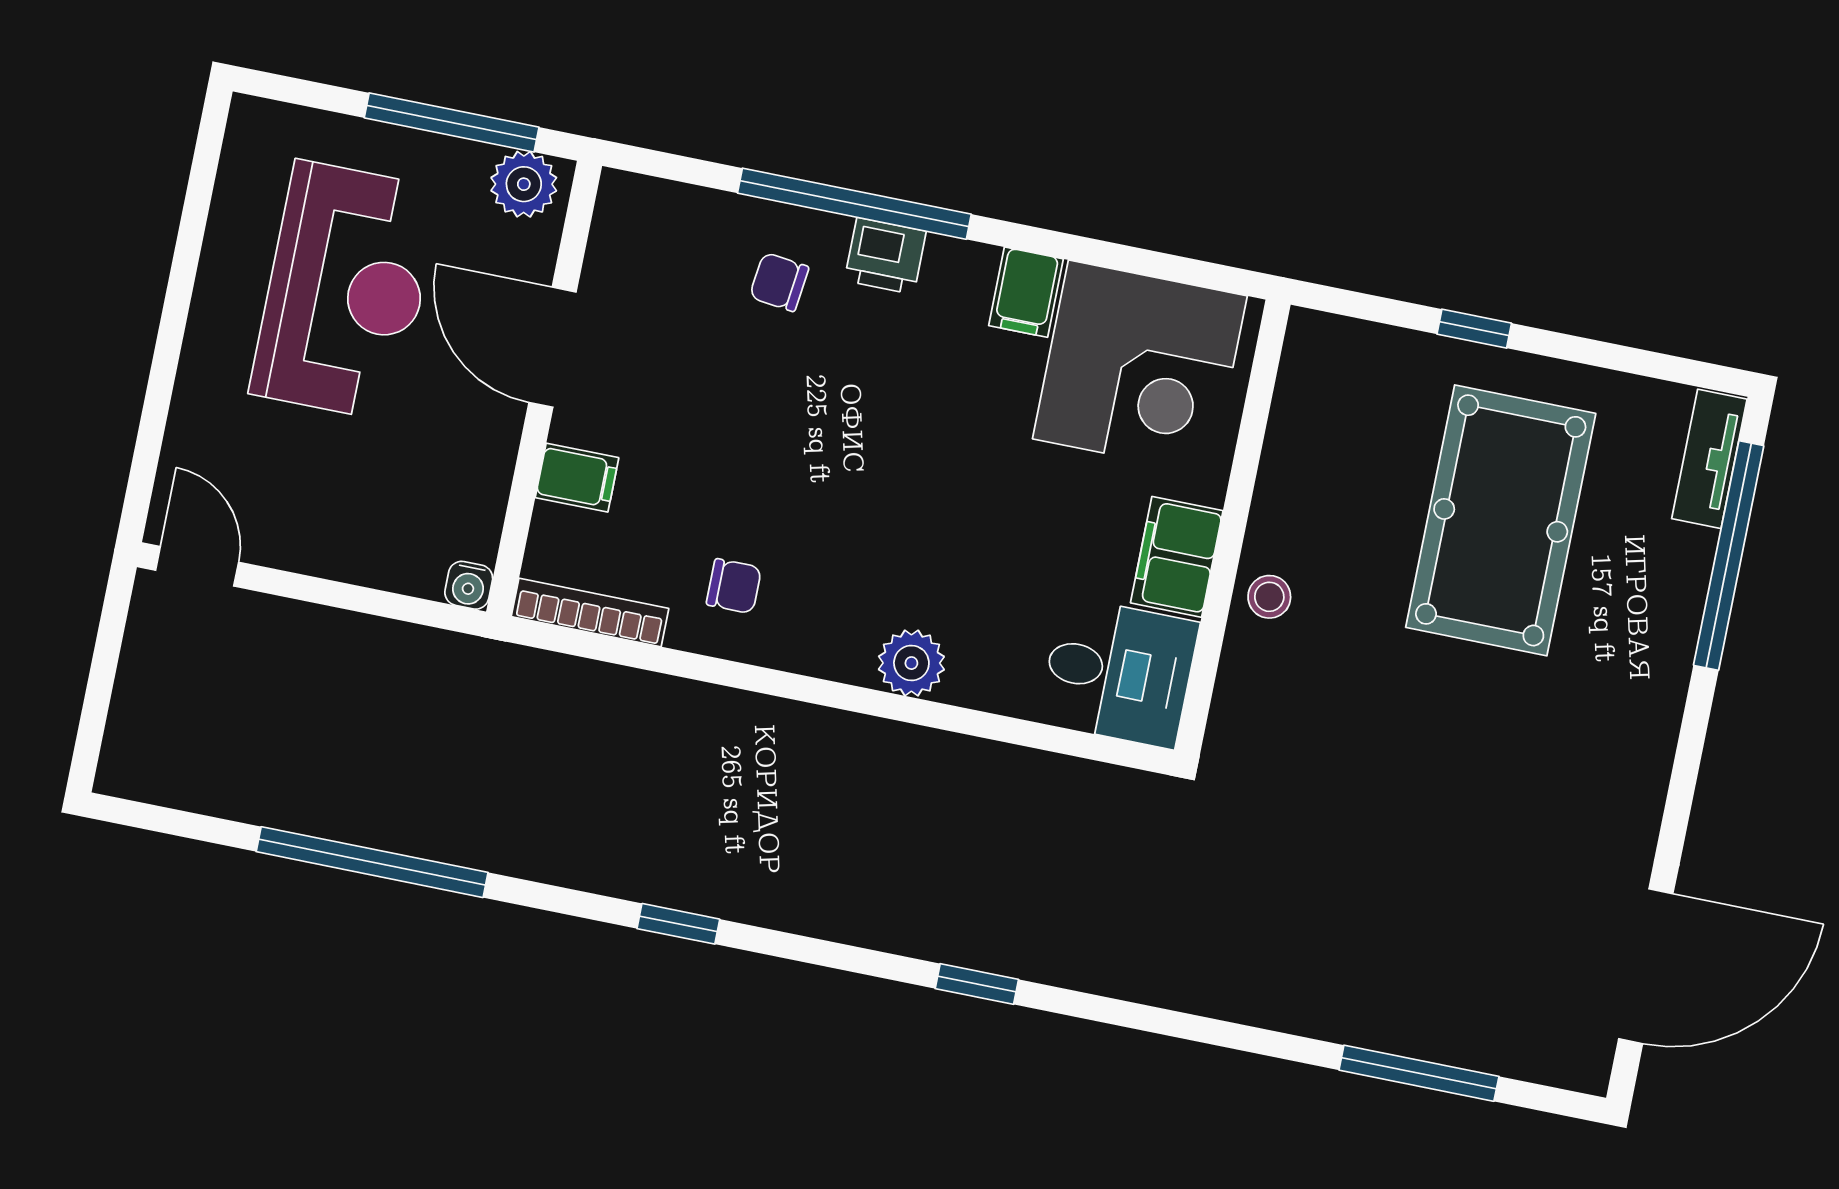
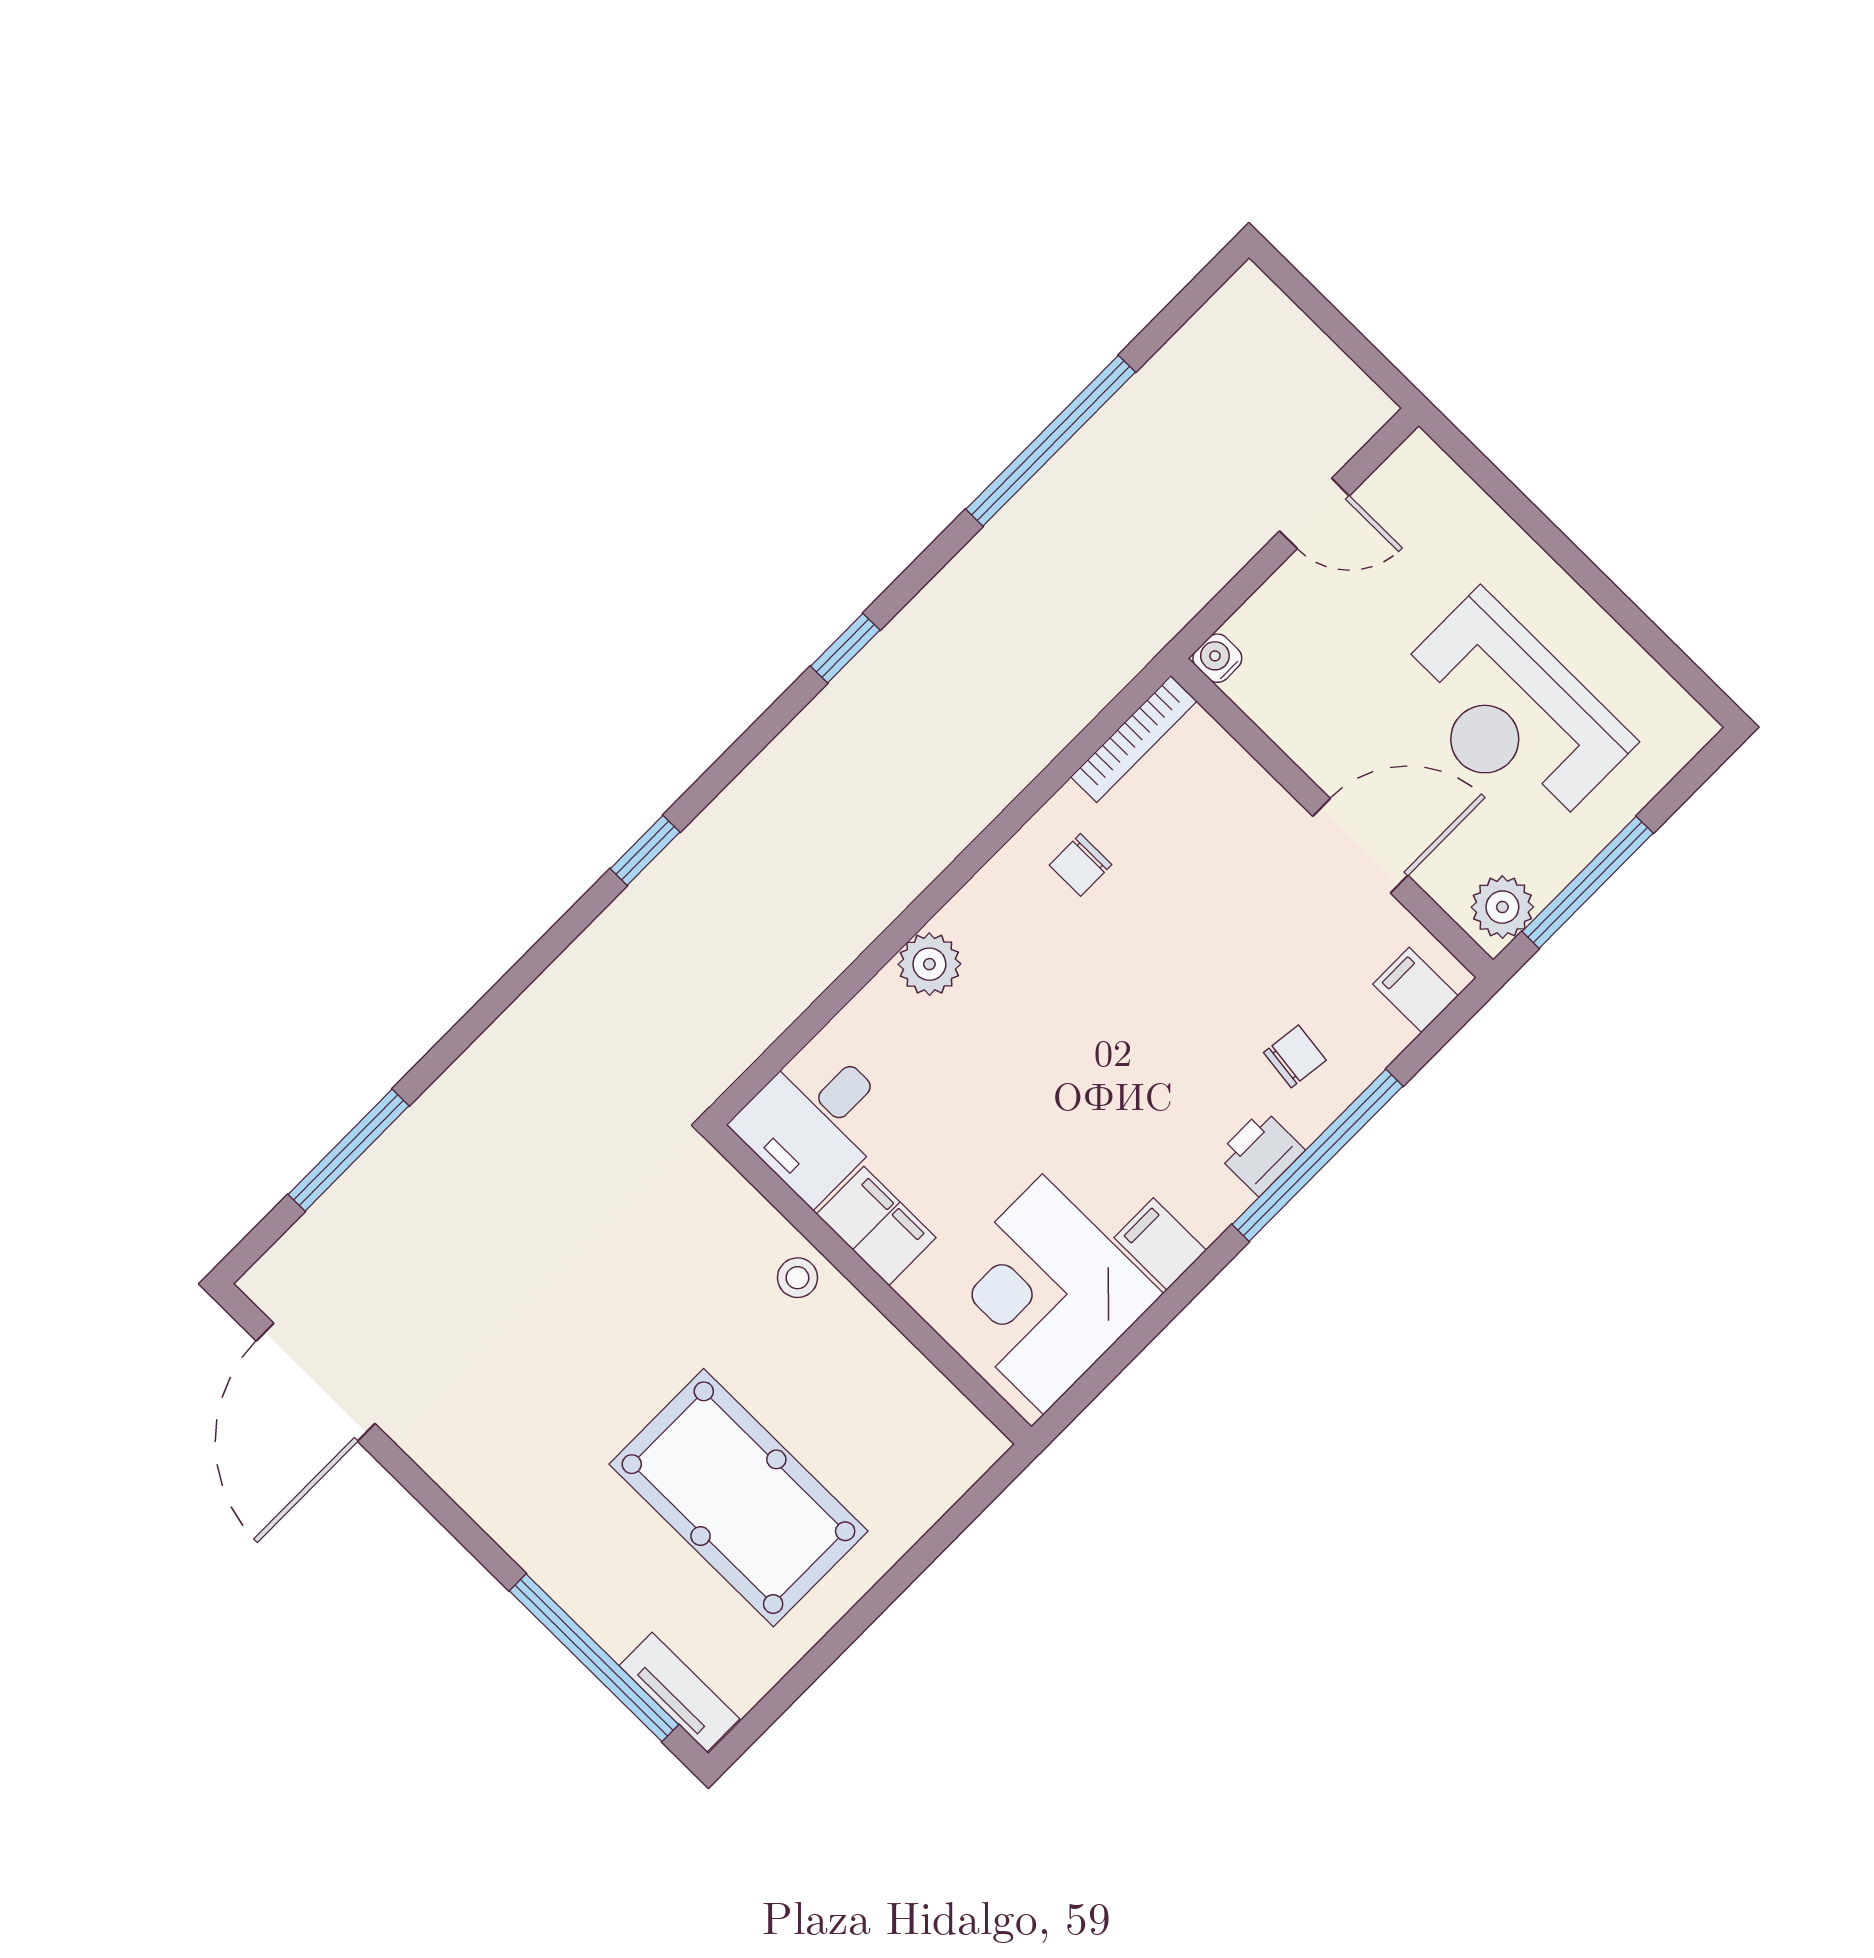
window: (1474, 329) -> (902, 1575), removed
filing cabinet: (577, 478) -> (1416, 990), moved, turned 90
door: (197, 566) -> (1314, 513), moved

